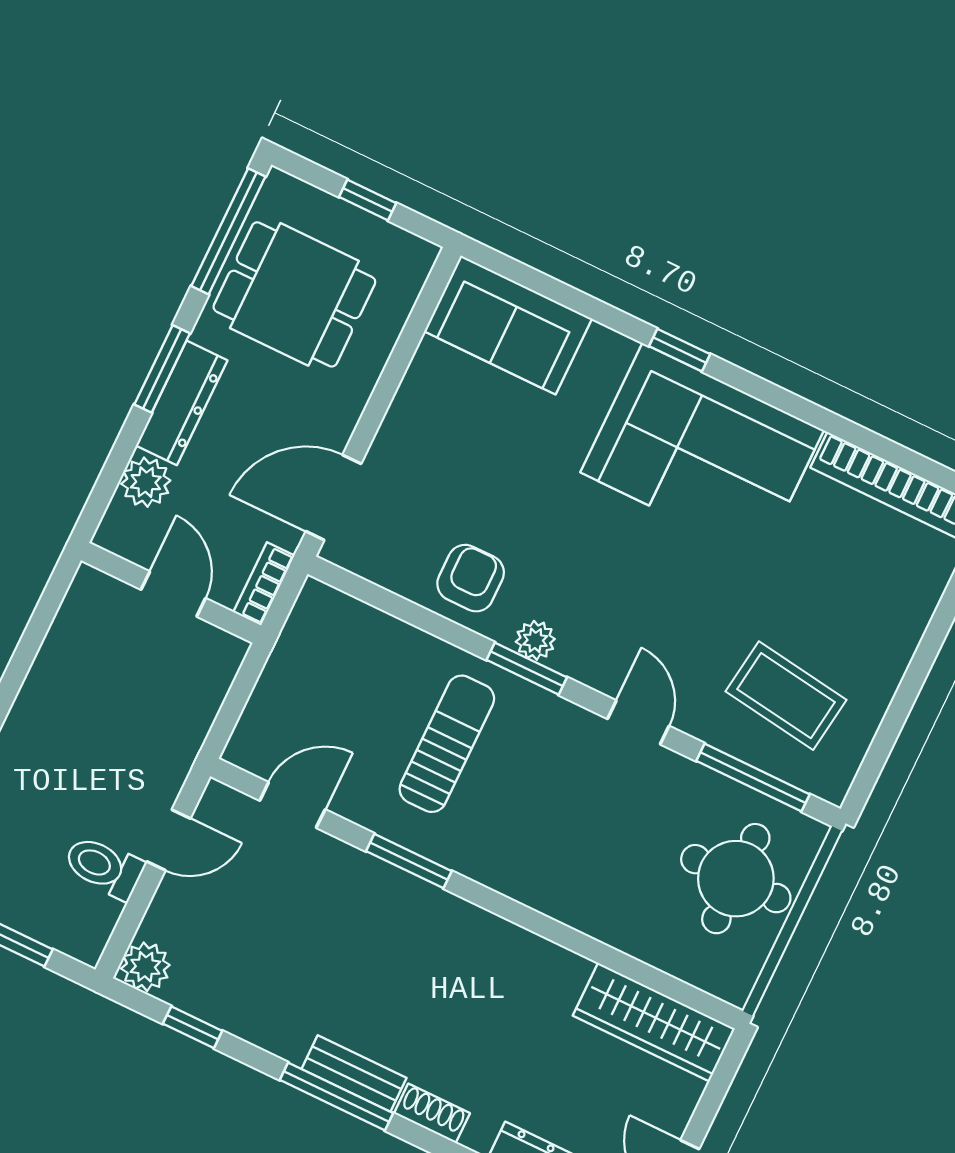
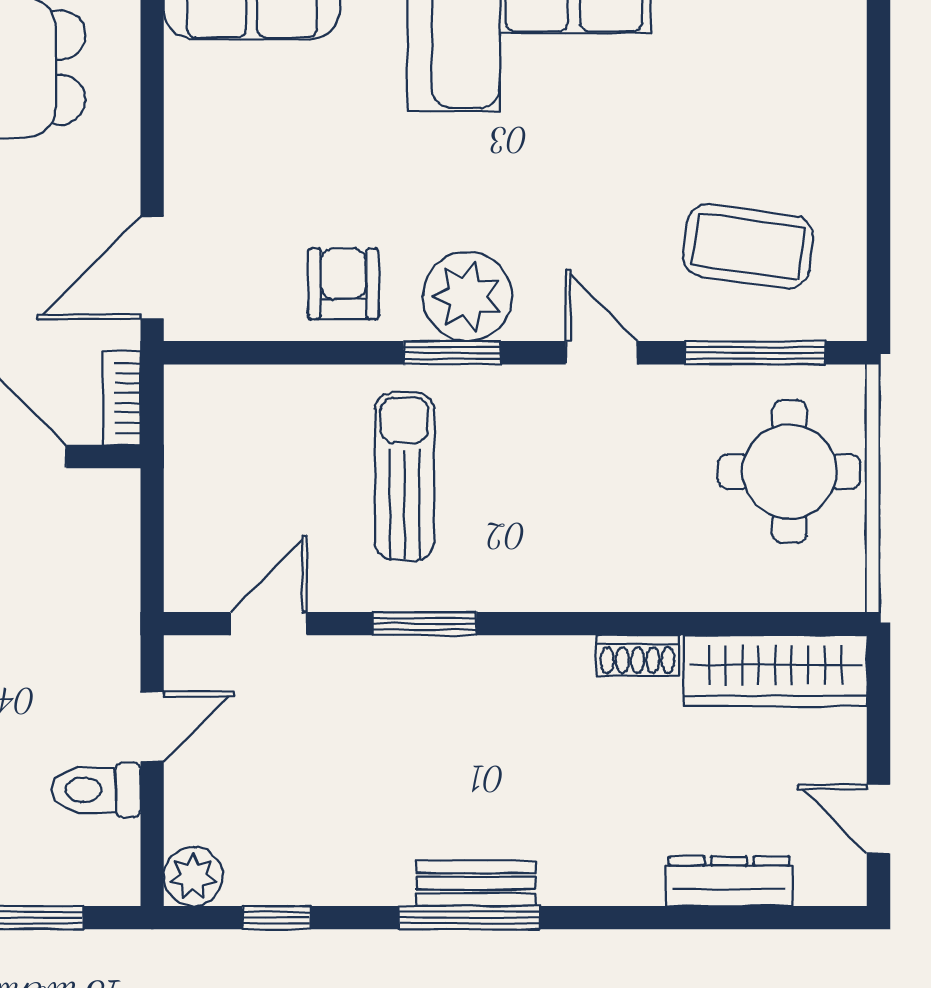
plant: (535, 640) -> (467, 297), width x1.88, depth x1.88
shoe rack: (432, 1113) -> (638, 655), moved, turned 180

